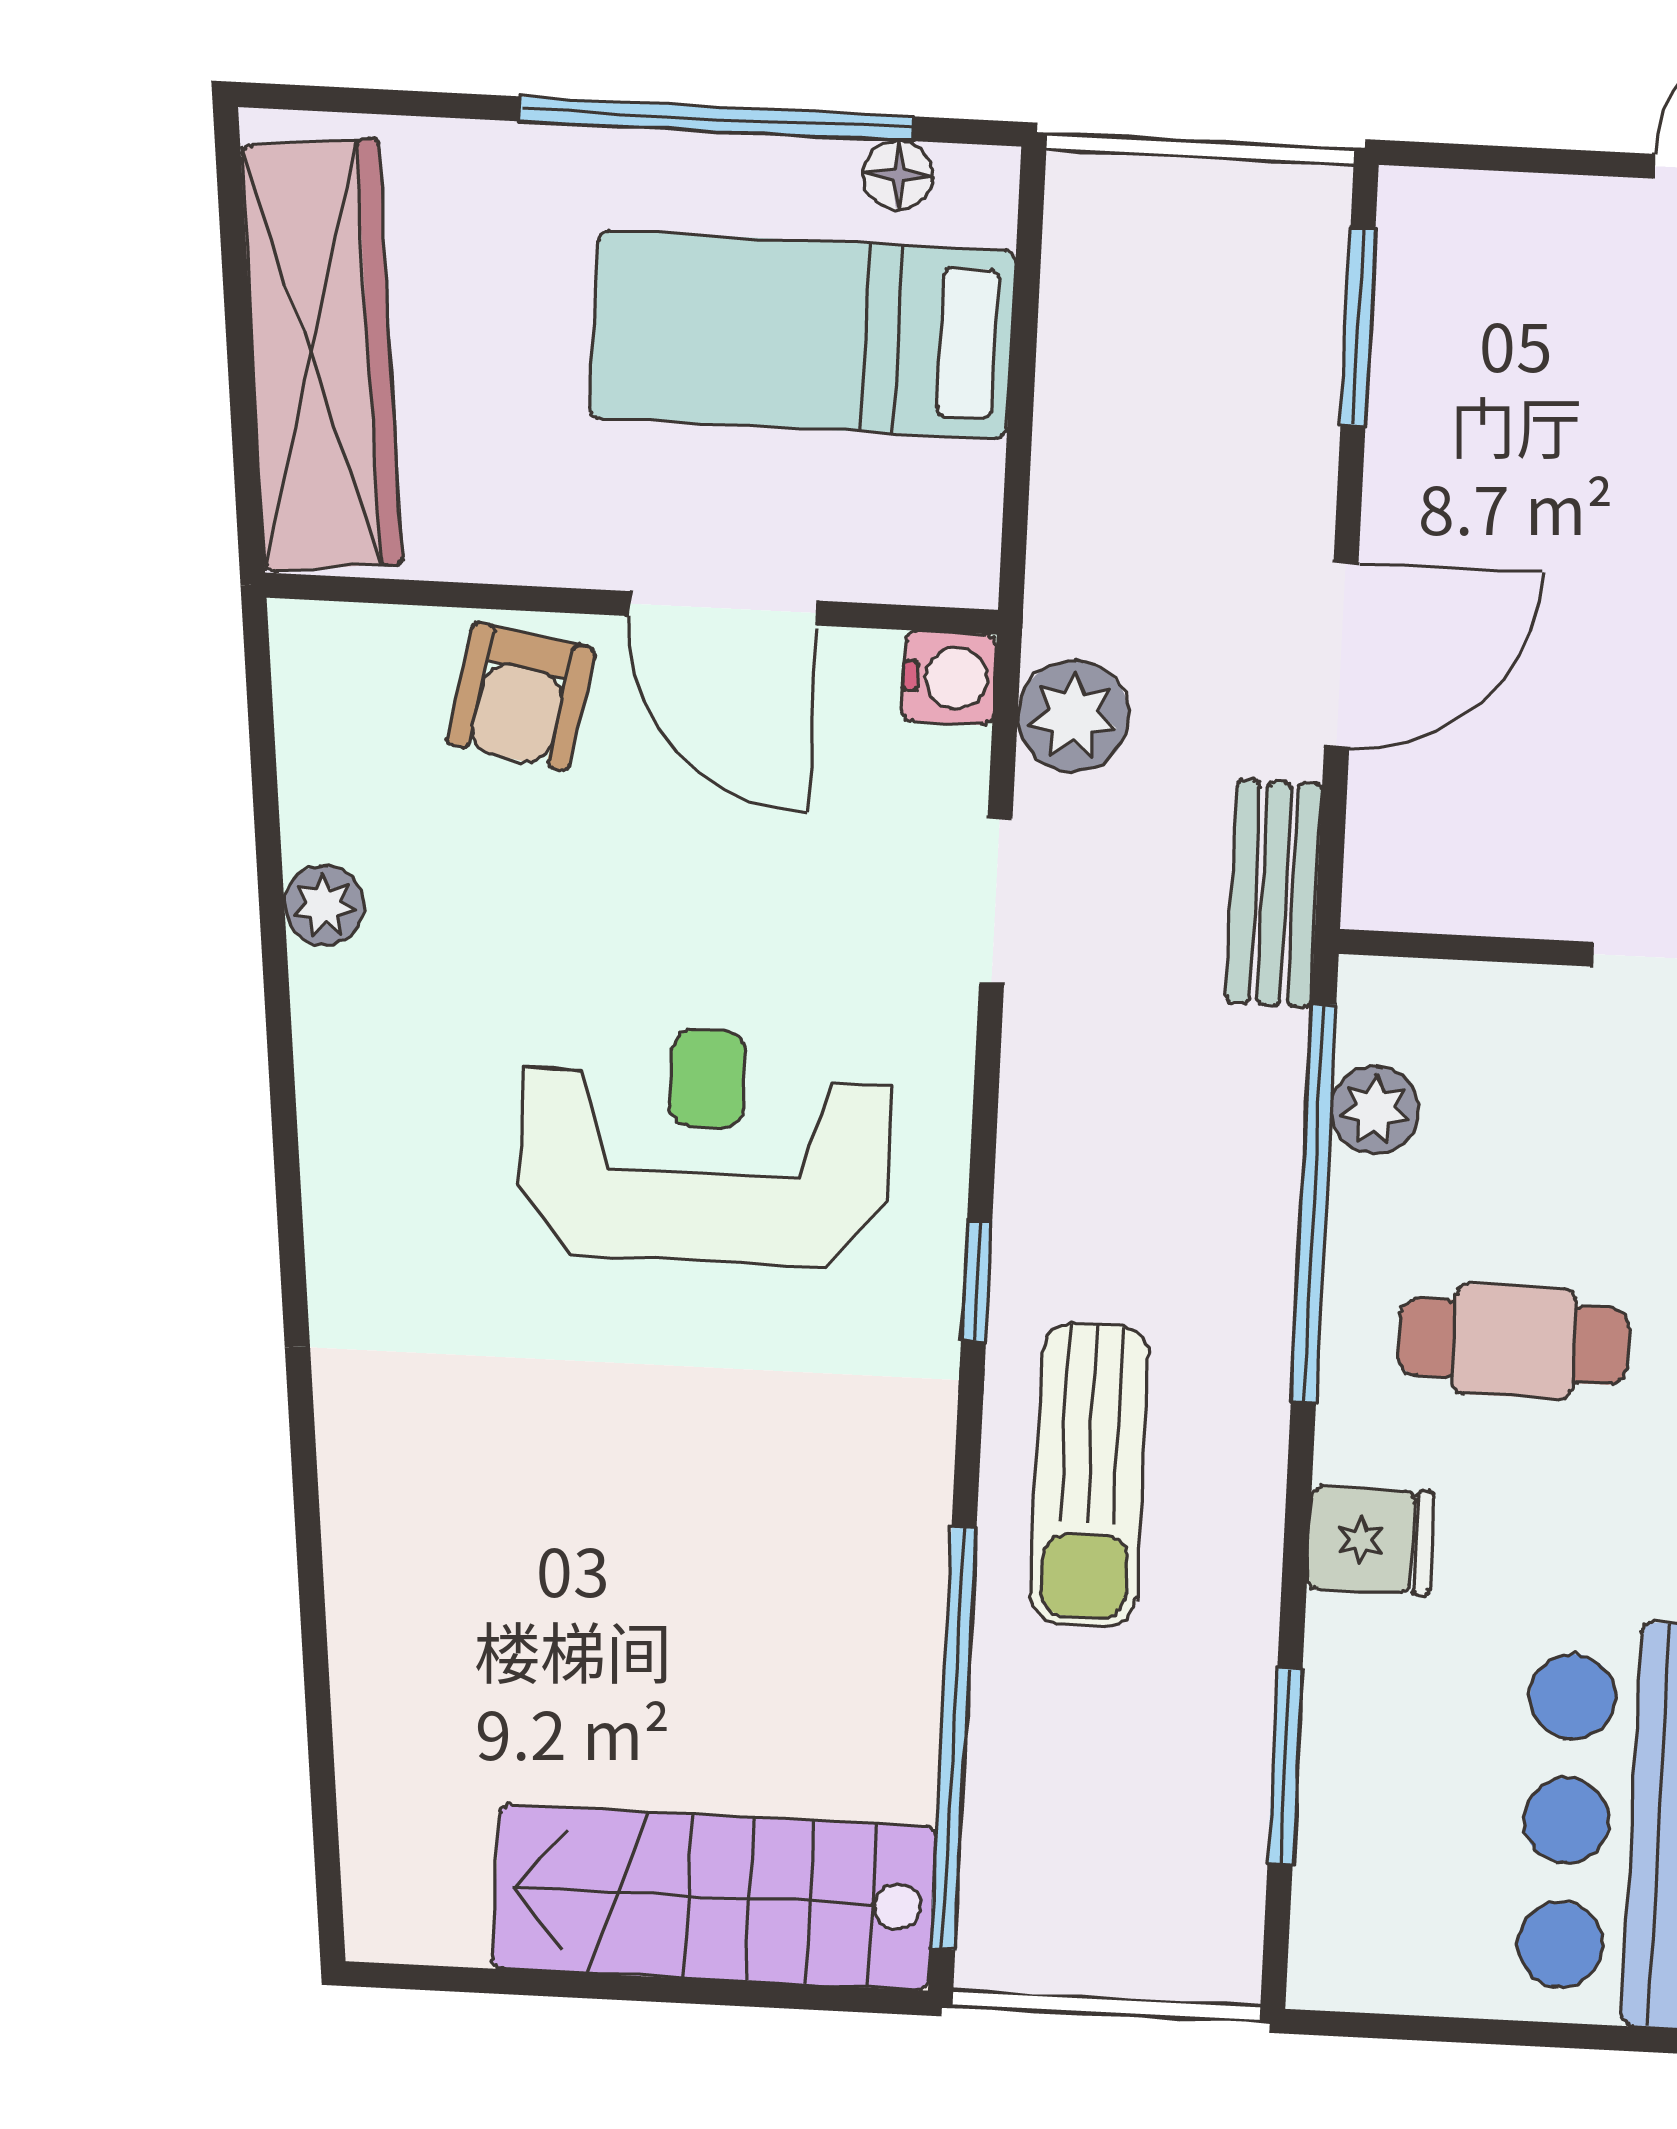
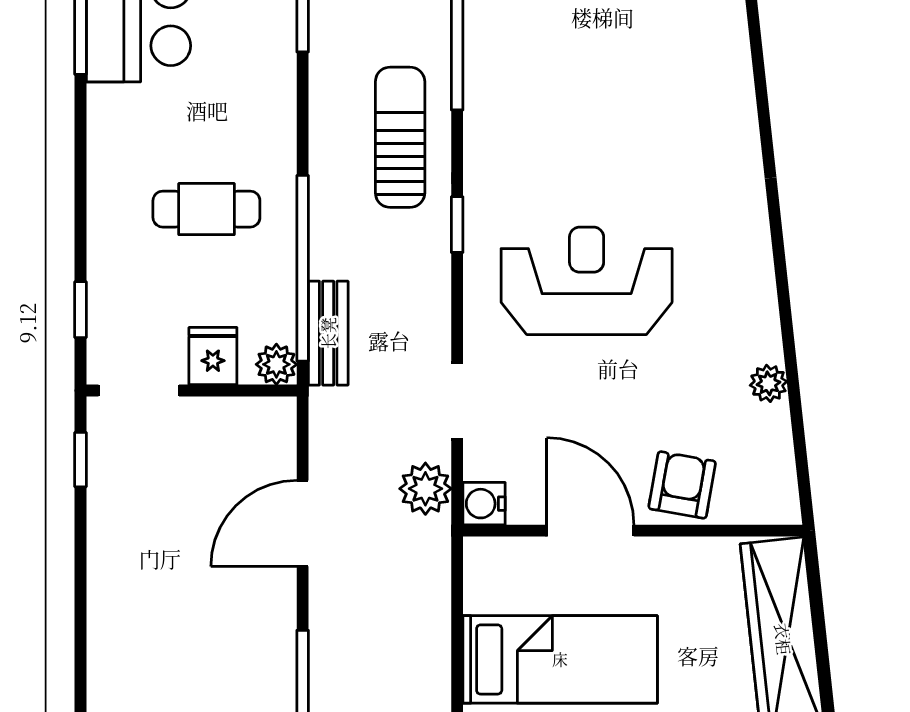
bench: (1274, 893) -> (328, 333), moved
plant: (1375, 1110) -> (276, 364), moved
reception desk: (704, 1146) -> (587, 281), turned 180
fridge: (1371, 1540) -> (213, 356), moved, turned 90

